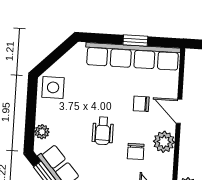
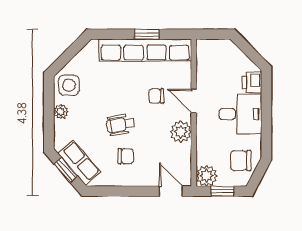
wheelchair: (103, 131) -> (120, 125), turned 80
plant: (42, 132) -> (61, 112), moved
chair: (136, 151) -> (126, 156), moved, turned -90

